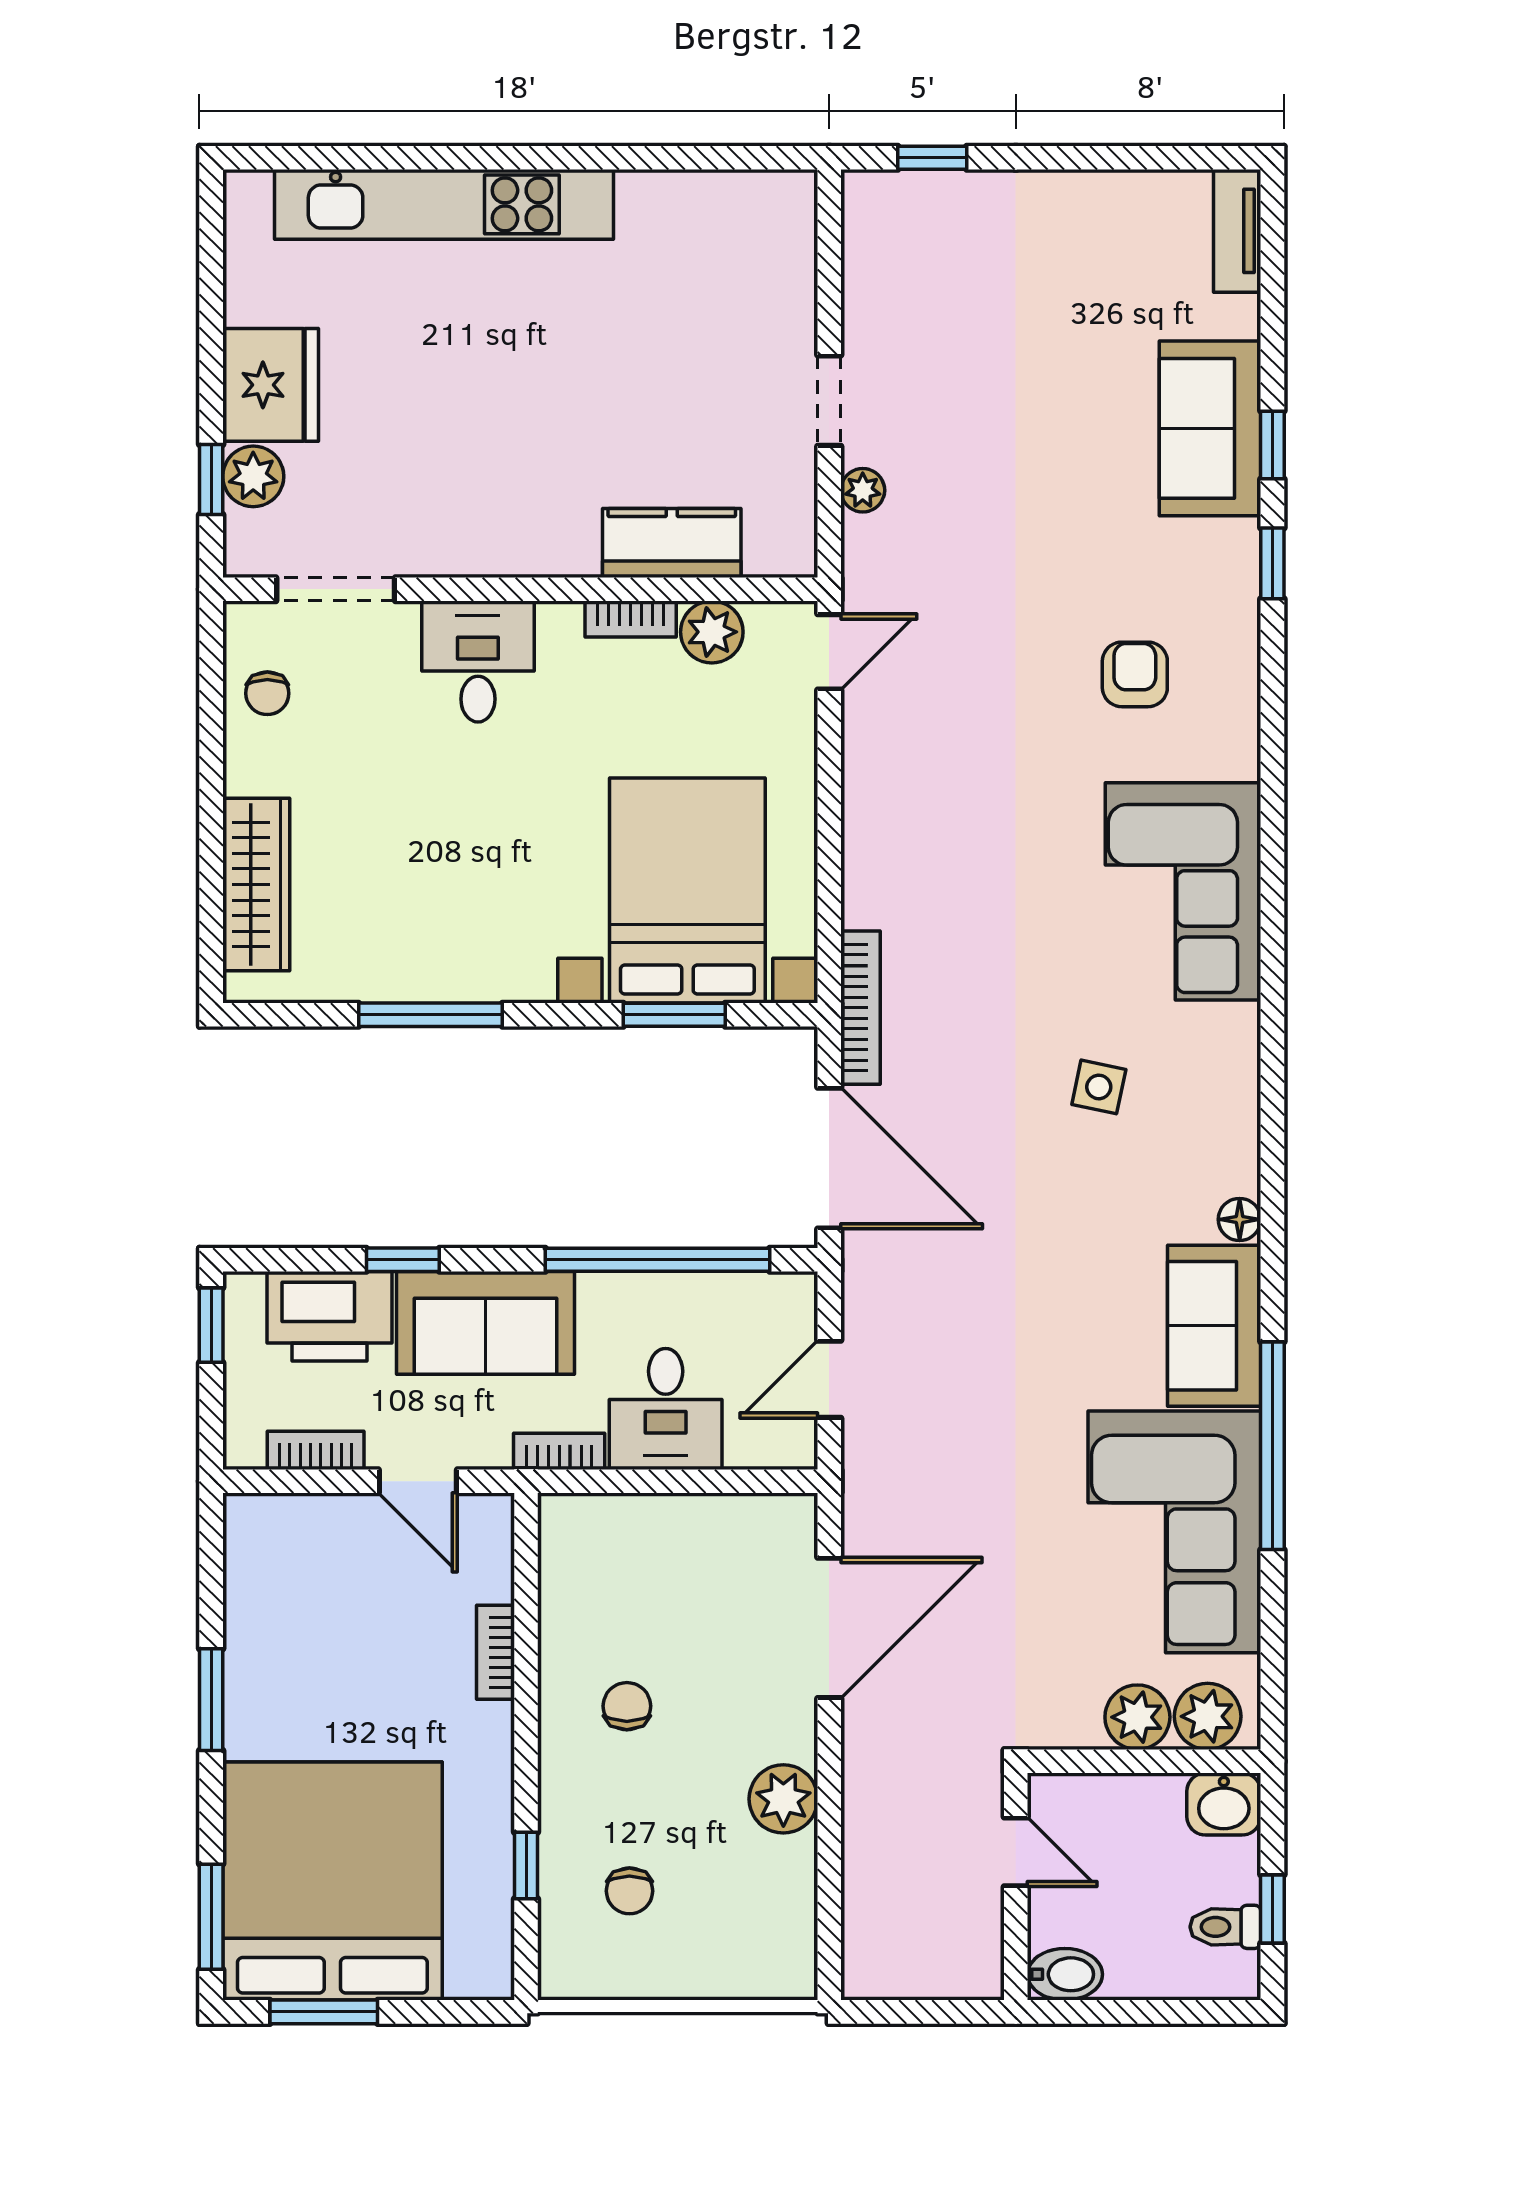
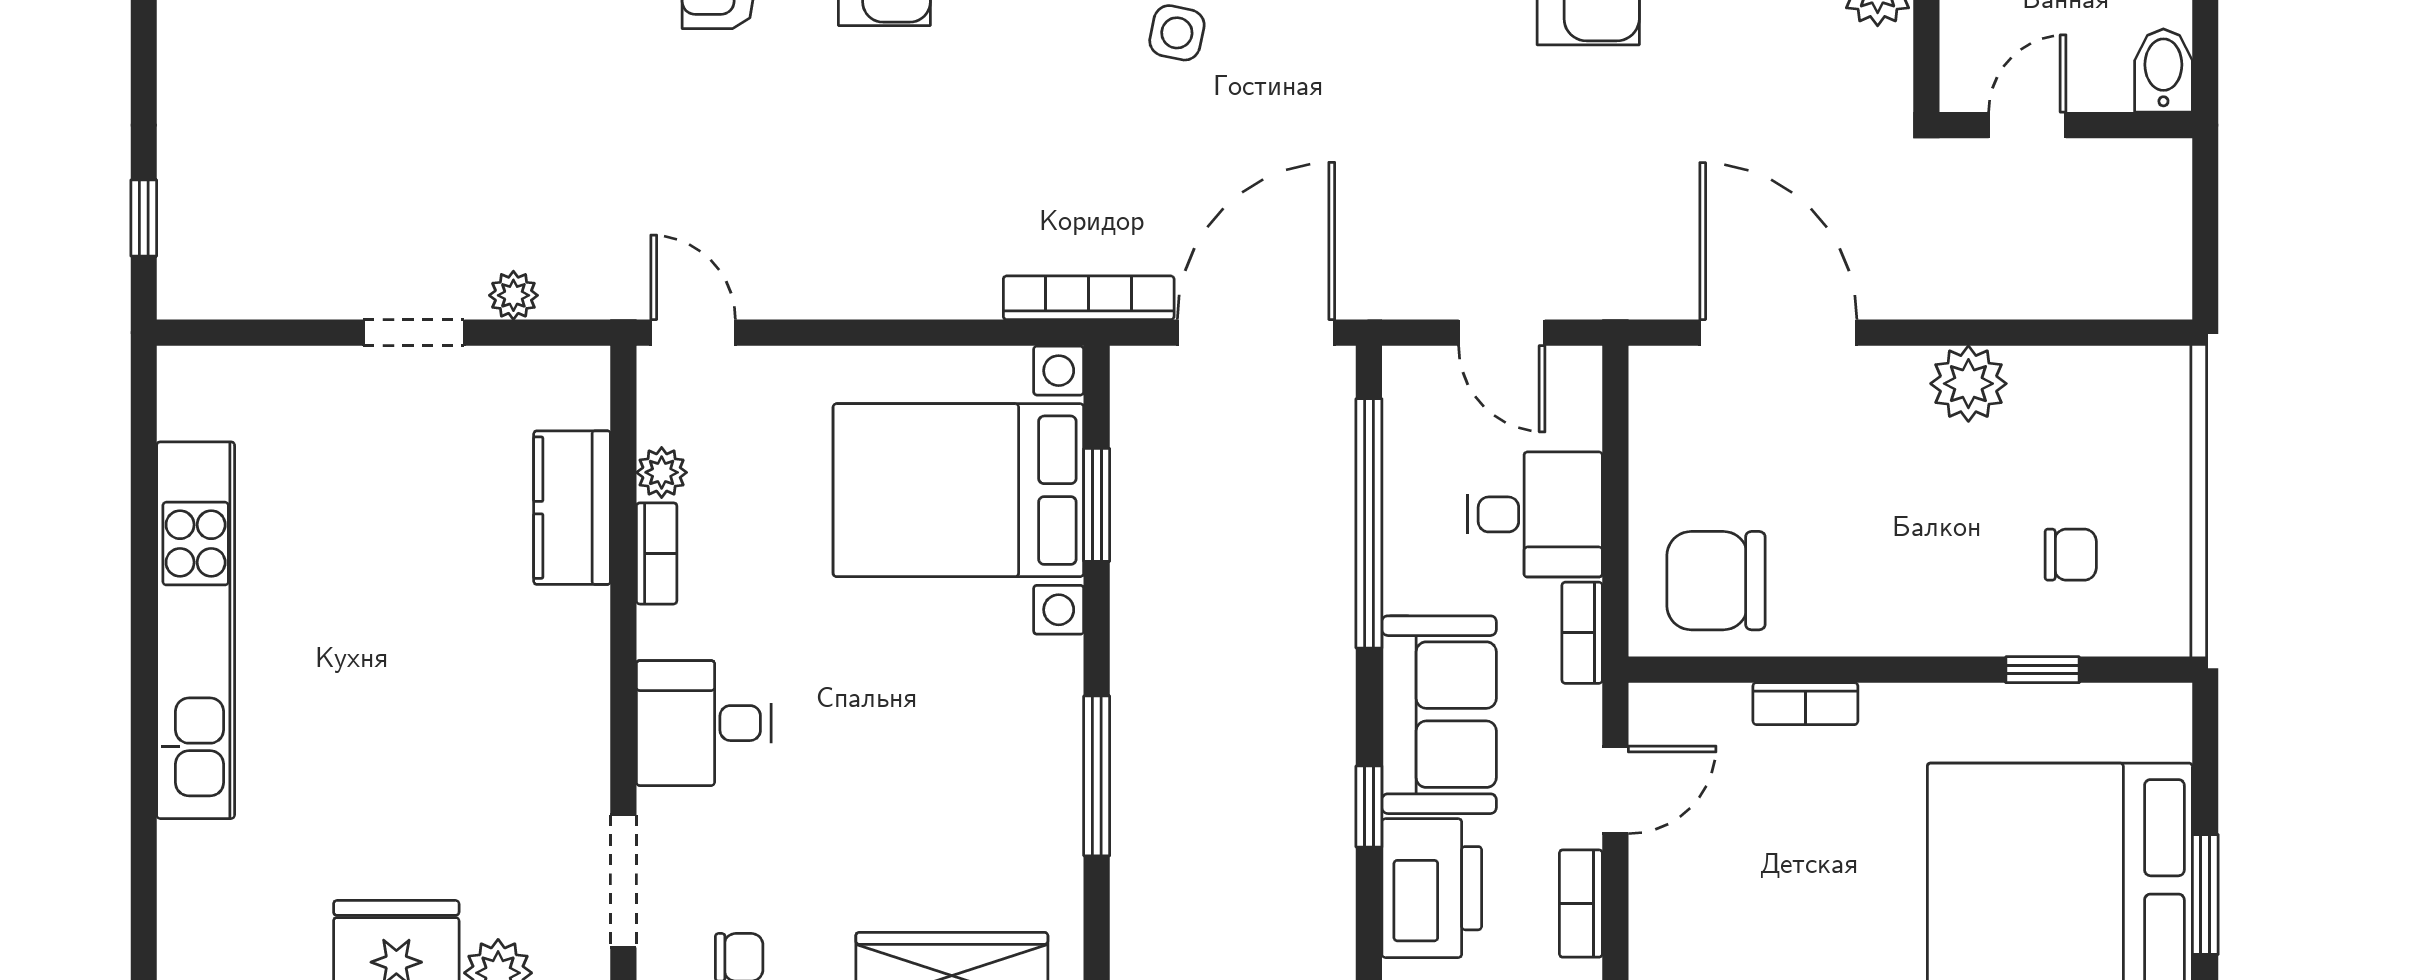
kitchen unit: (444, 204) -> (196, 630), moved
plant: (712, 632) -> (662, 472), width x0.73, depth x0.73
chair: (627, 1706) -> (1716, 581), moved, width x1.87, depth x1.87

